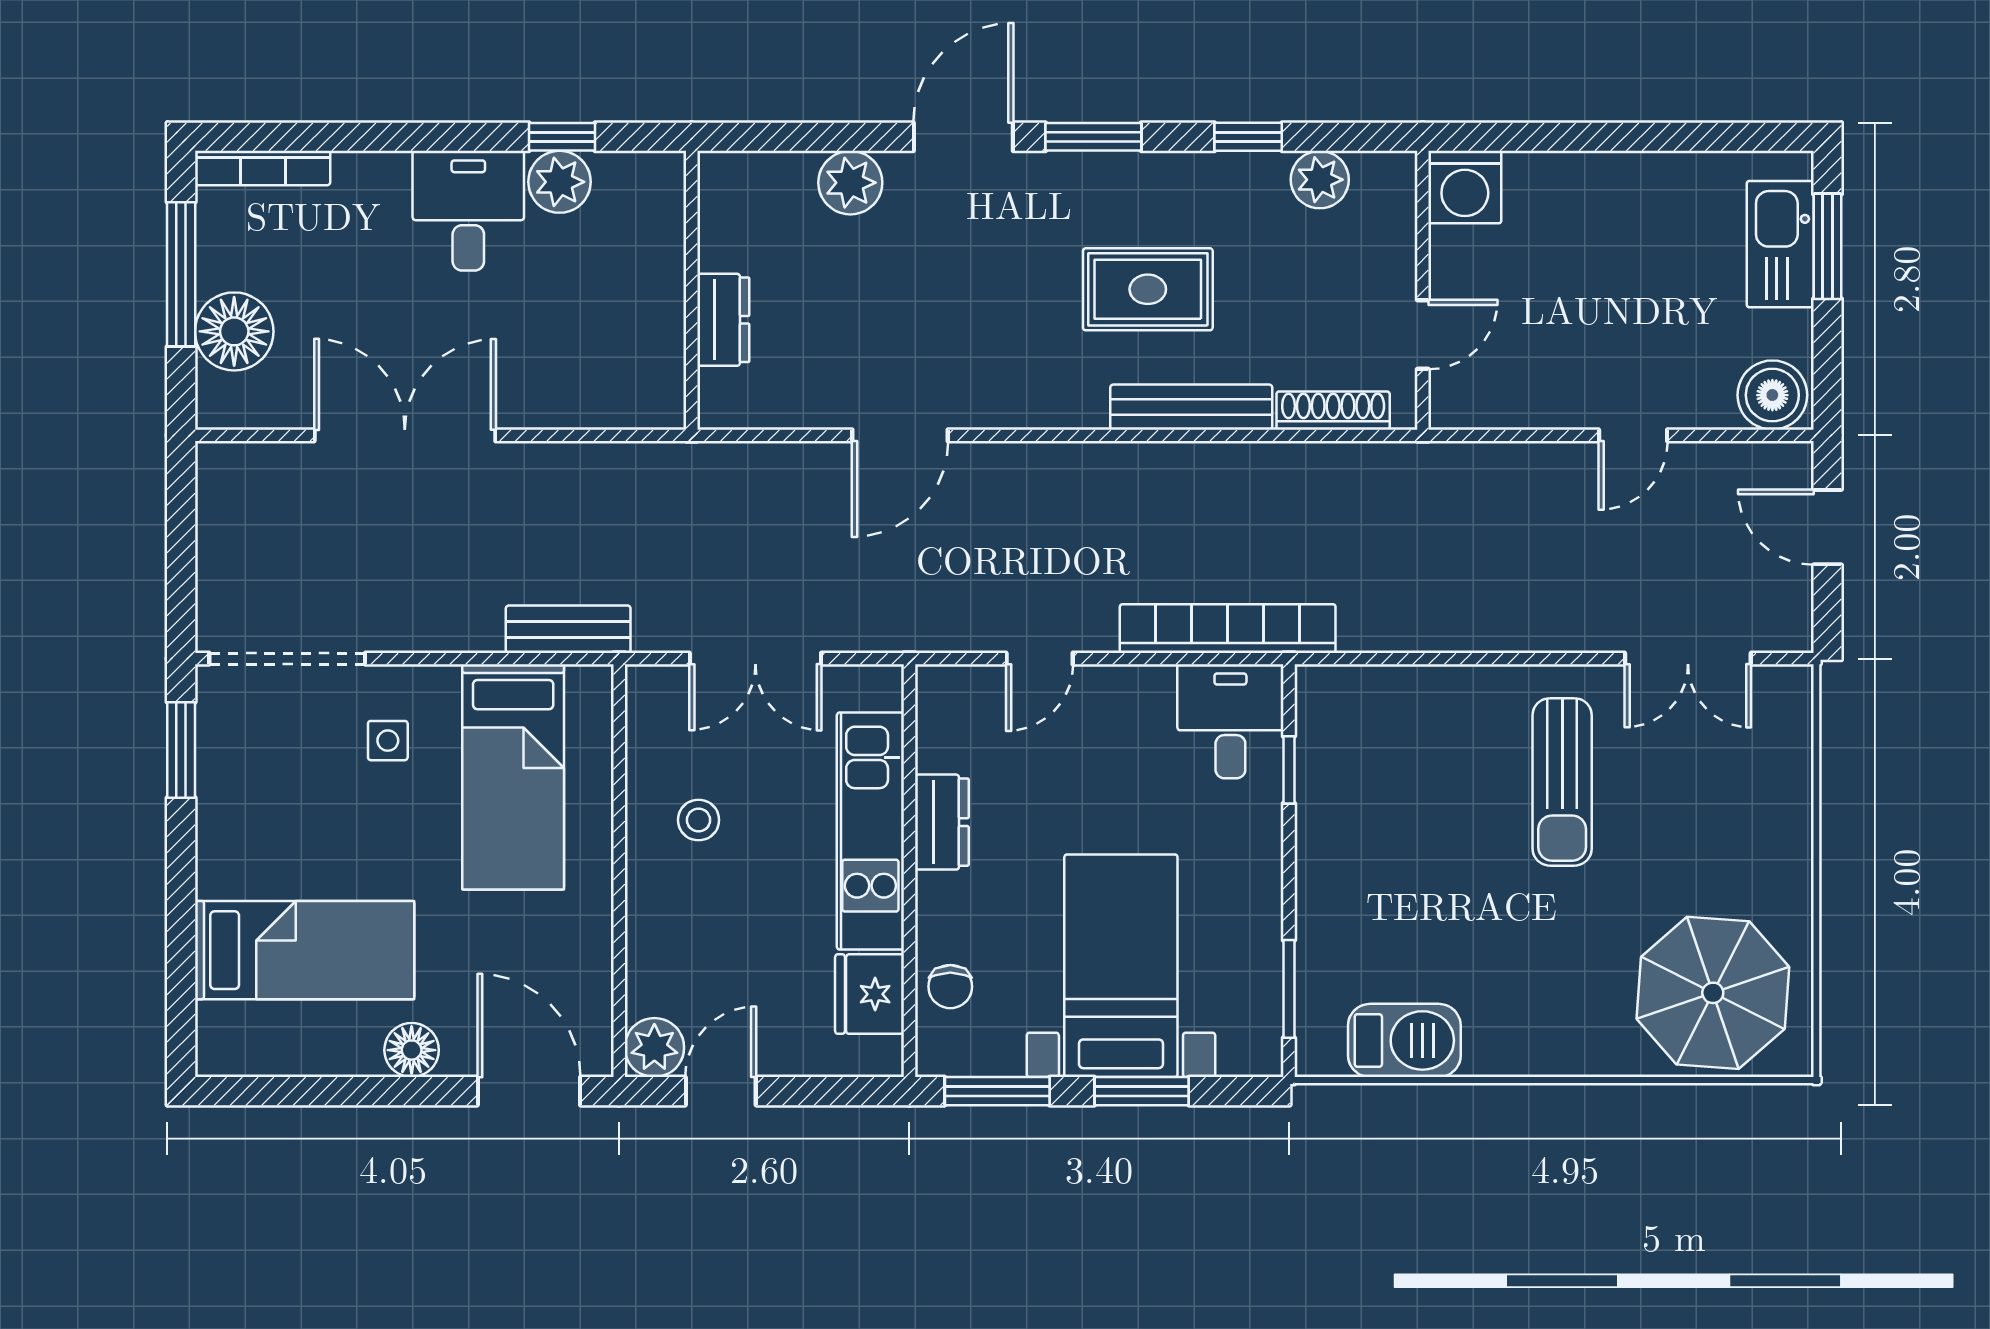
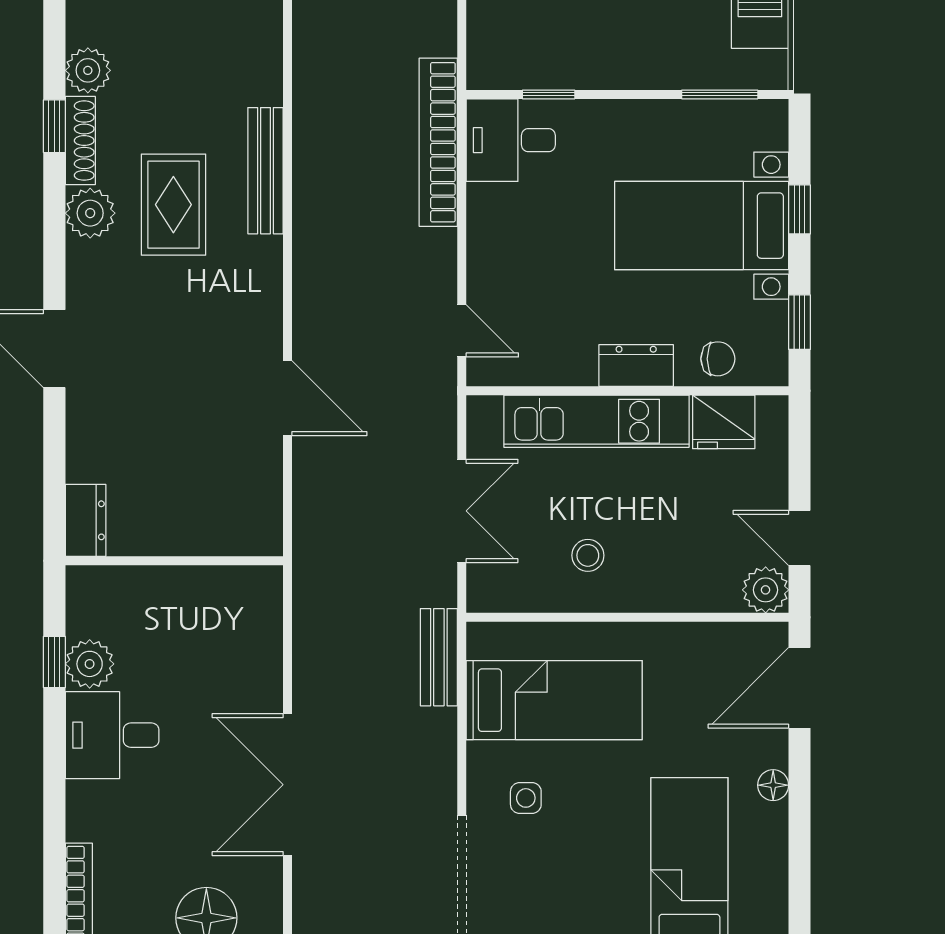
window: (1093, 137) -> (54, 247), removed
plant: (850, 183) -> (90, 213), moved
dresser: (723, 320) -> (86, 520), moved, turned 90
shoe rack: (1333, 411) -> (80, 141), moved, turned 180
door: (1040, 659) -> (462, 331), moved
dresser: (942, 822) -> (636, 365), moved
floor lamp: (412, 1050) -> (773, 785), width x0.73, depth x0.73
window: (997, 1091) -> (800, 322), width x0.67
window: (1142, 1091) -> (800, 209), width x0.67

